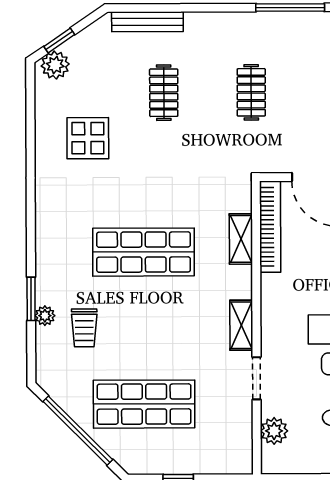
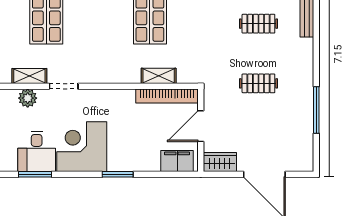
shelving: (241, 325) -> (29, 76), moved

